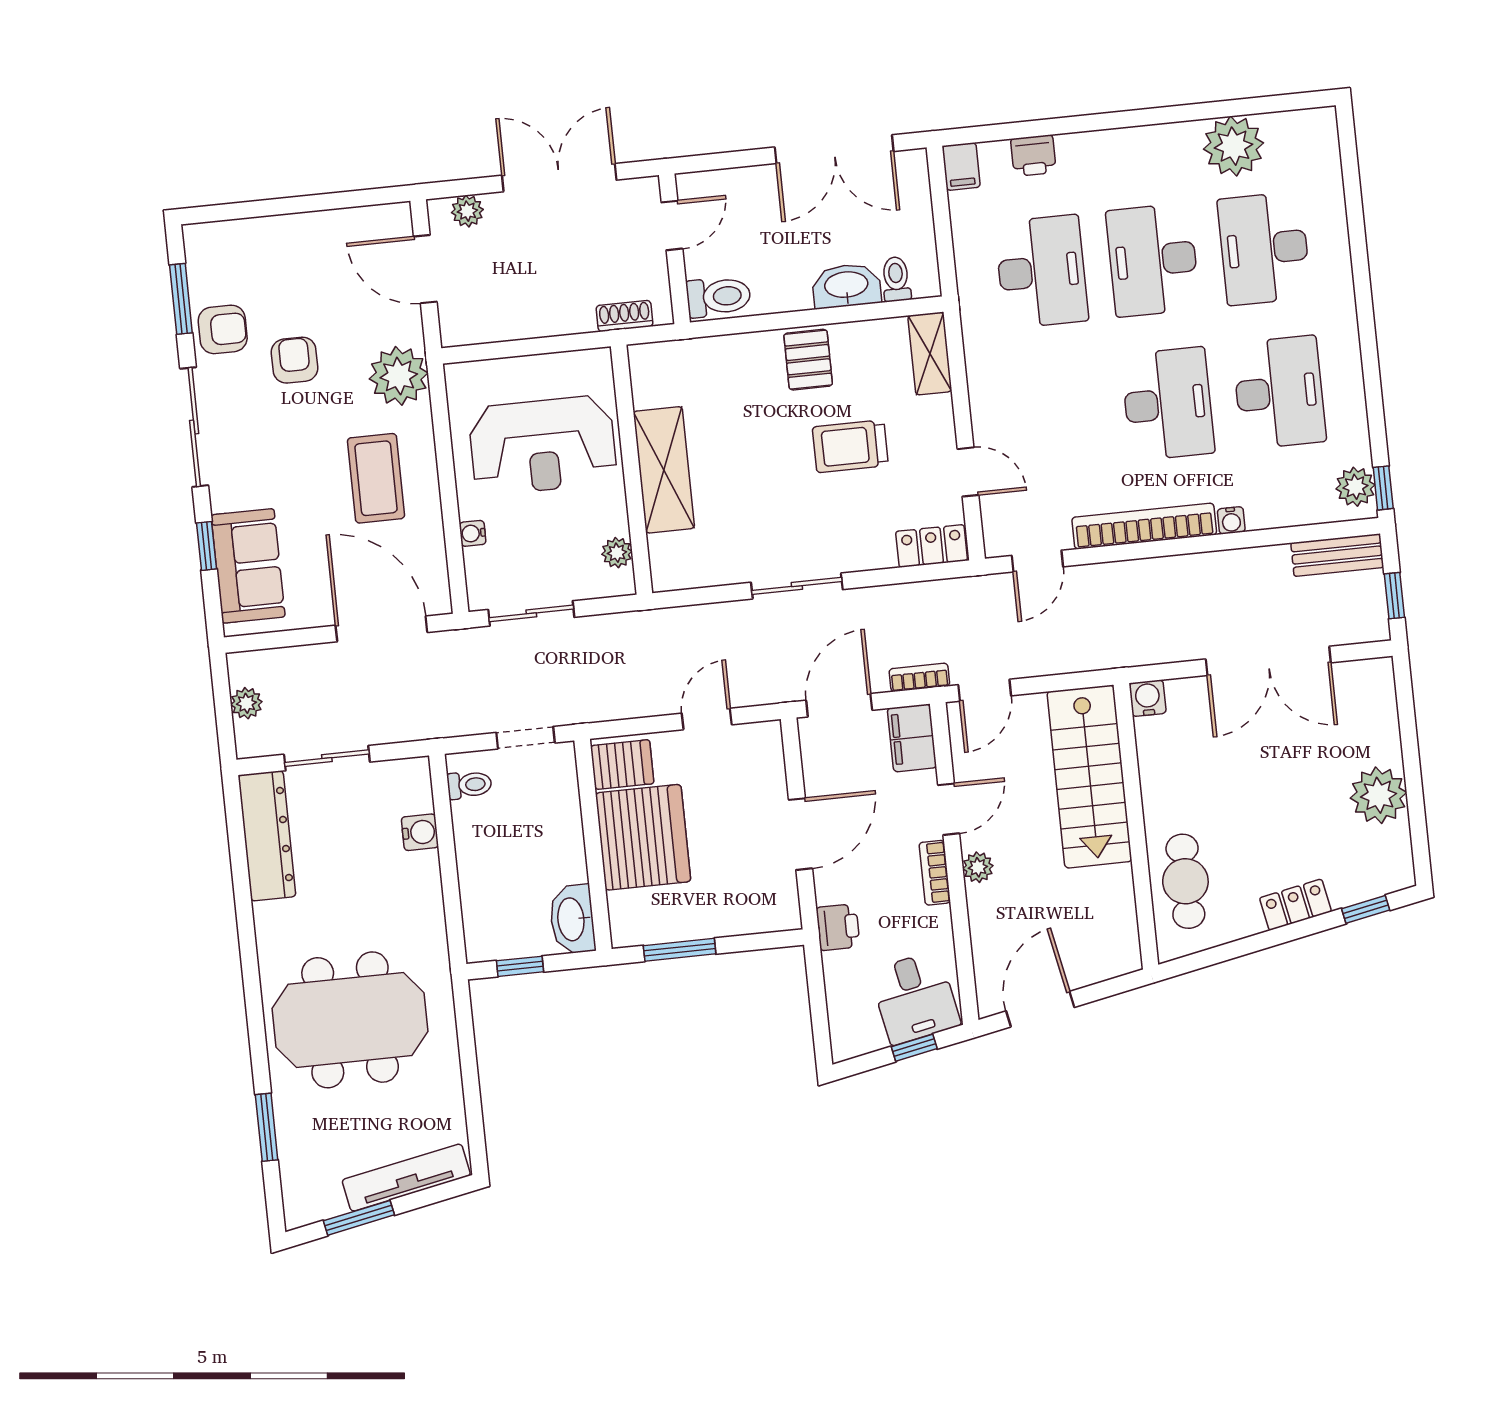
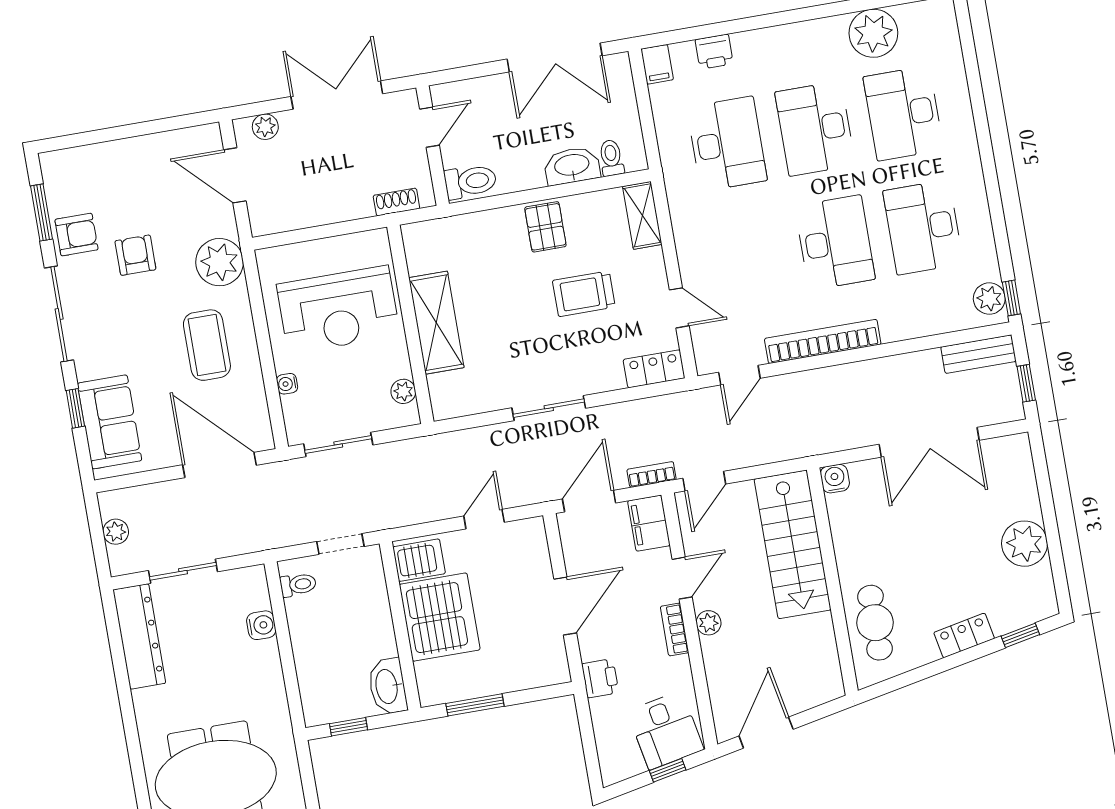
desk: (1279, 392) -> (923, 227), turned 180
water cooler: (1231, 520) -> (892, 332), removed

